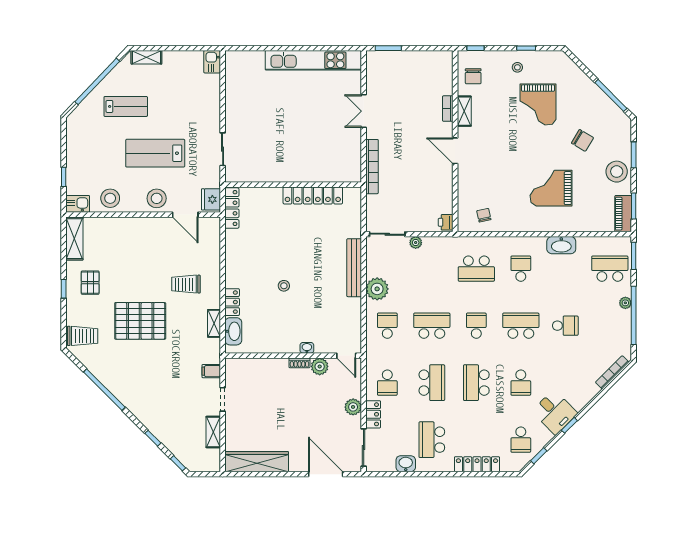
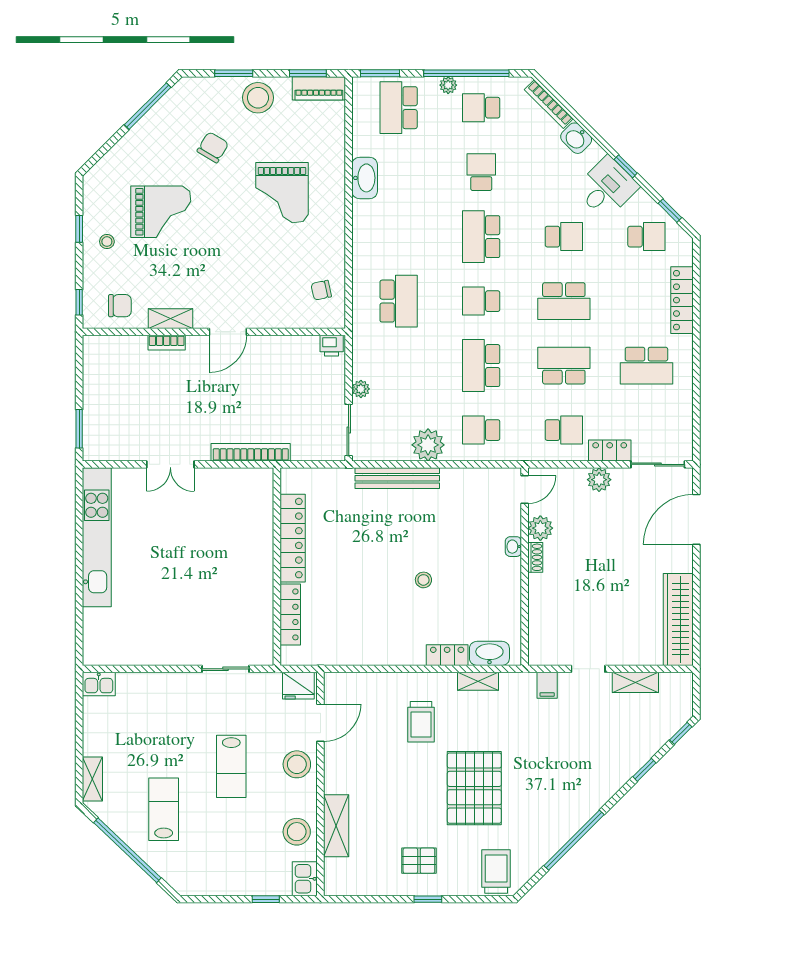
lab bench: (155, 153) -> (231, 766), width x0.73, depth x0.72
locker: (232, 208) -> (290, 614), moved, turned 90
shelving: (74, 239) -> (336, 826), moved, turned 90
school desk: (521, 269) -> (481, 108), moved
washbasin: (406, 464) -> (576, 138), moved, turned -45

